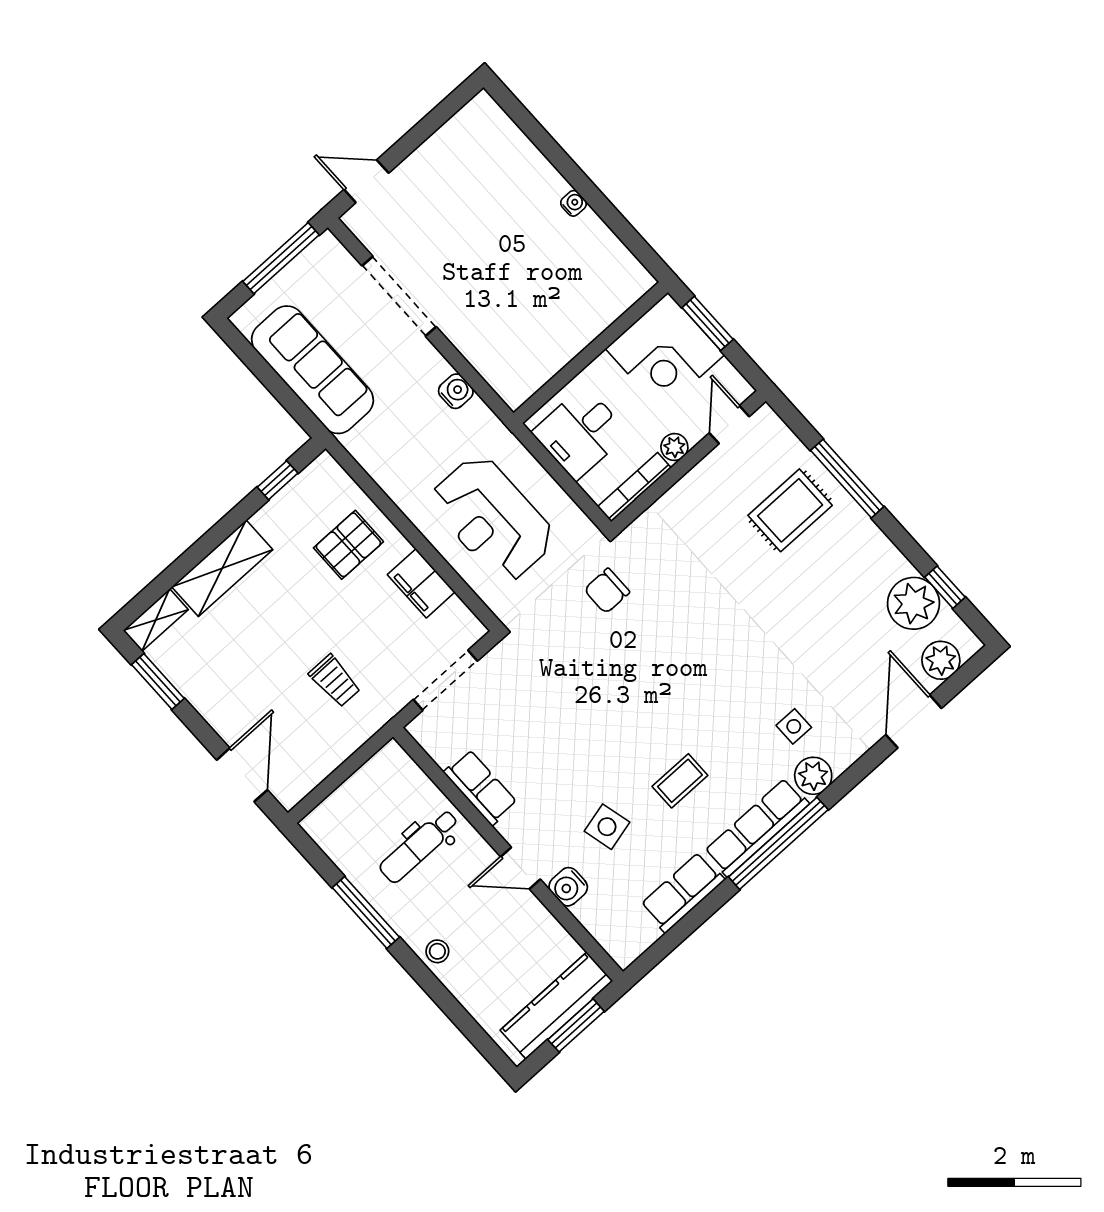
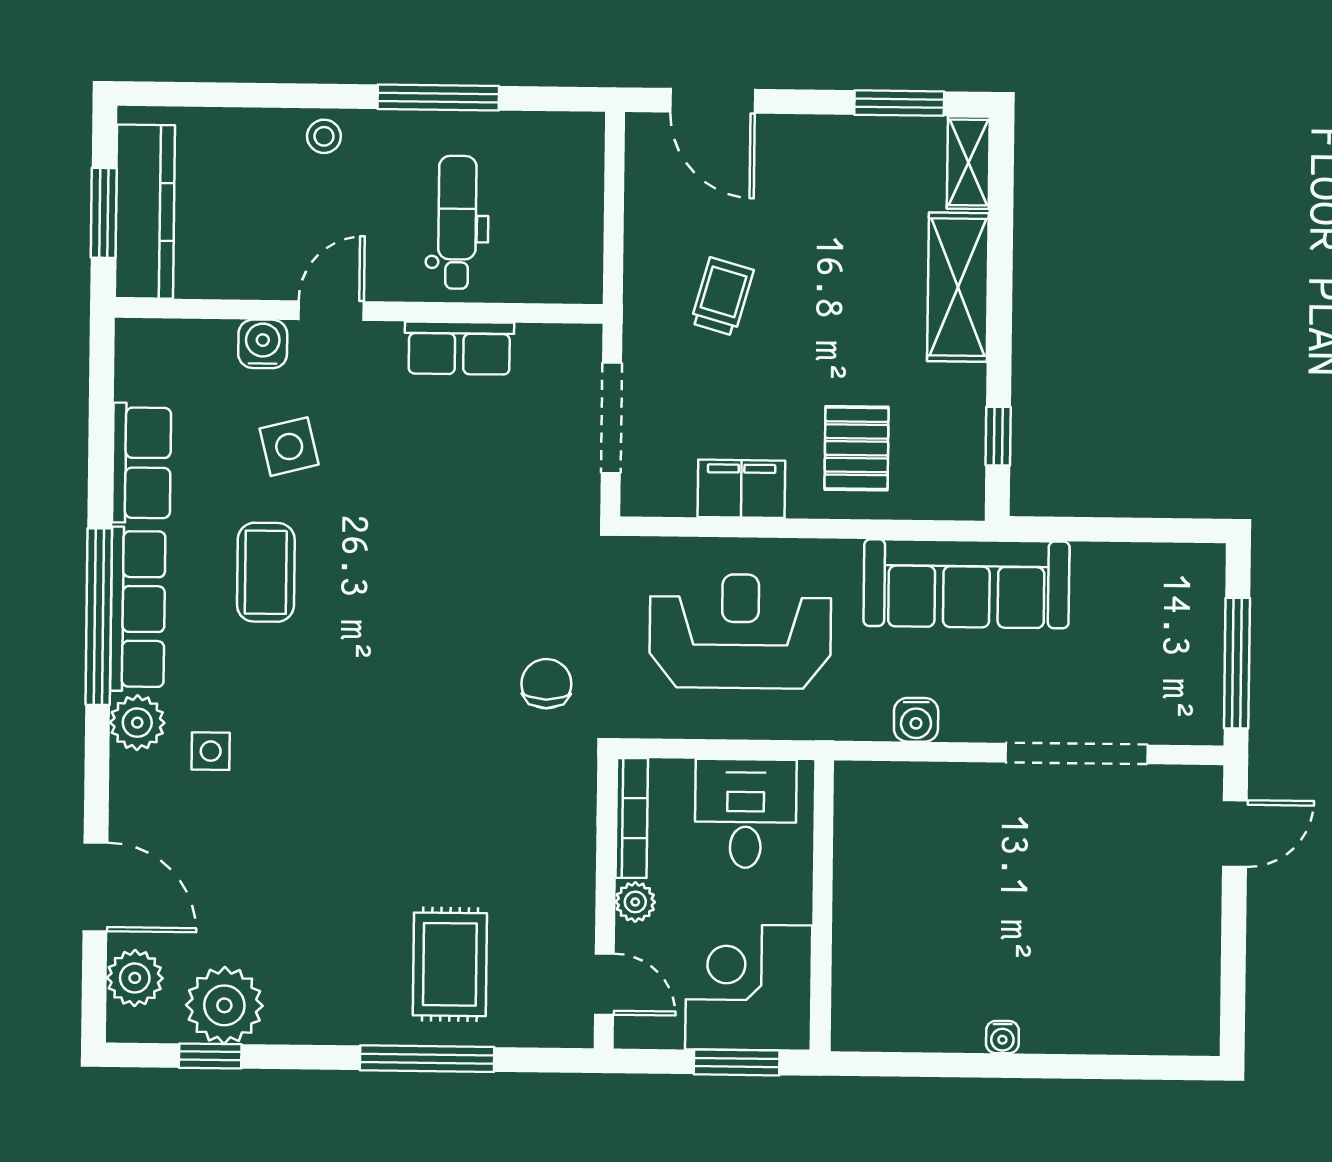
sofa: (313, 370) -> (966, 584), moved
trolley: (335, 681) -> (722, 297), turned 106
coffee table: (680, 781) -> (266, 572), width x1.36, depth x1.30

